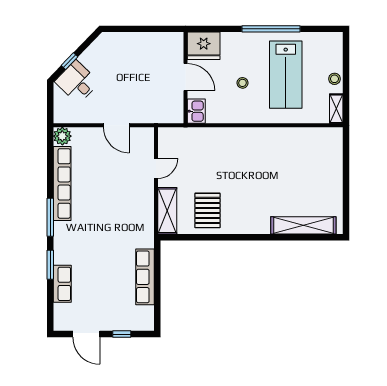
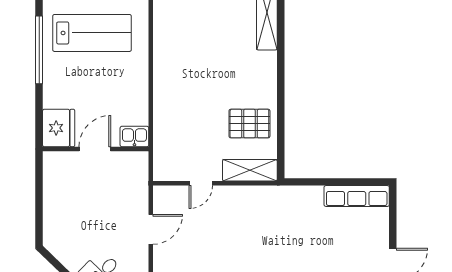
stool: (243, 83) -> (102, 83), removed
door: (156, 168) -> (201, 183), swing flipped
row of seats: (145, 277) -> (357, 196), moved
window: (122, 334) -> (393, 223), removed

